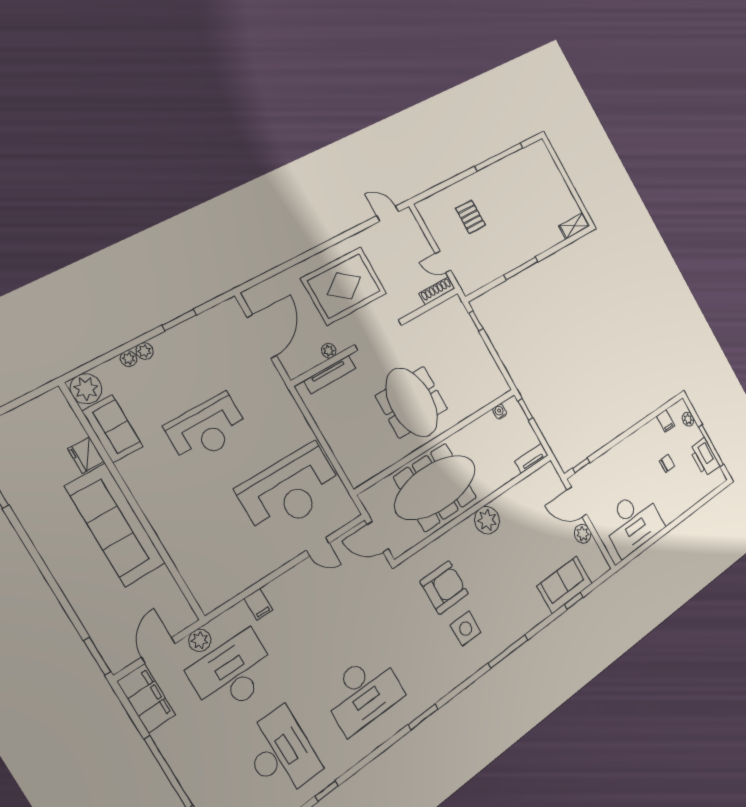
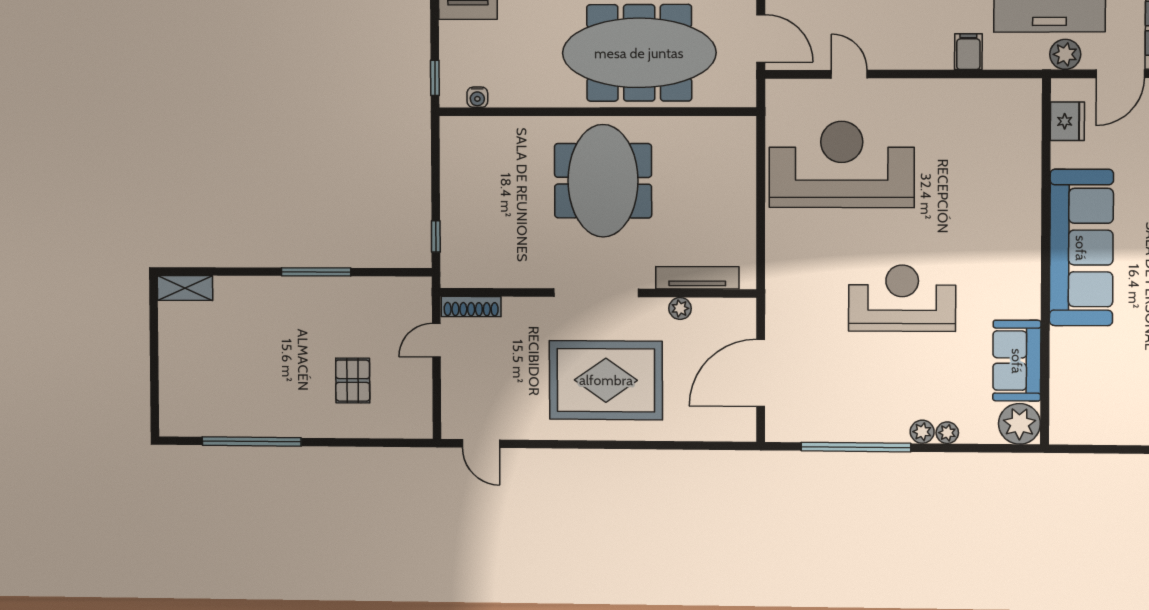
door: (443, 262) -> (436, 340), swing flipped
window: (179, 320) -> (856, 447), width x2.11
fridge: (86, 455) -> (1067, 121), moved

